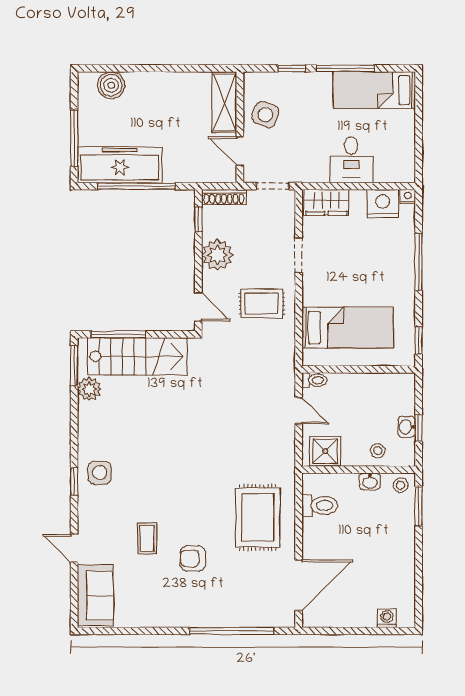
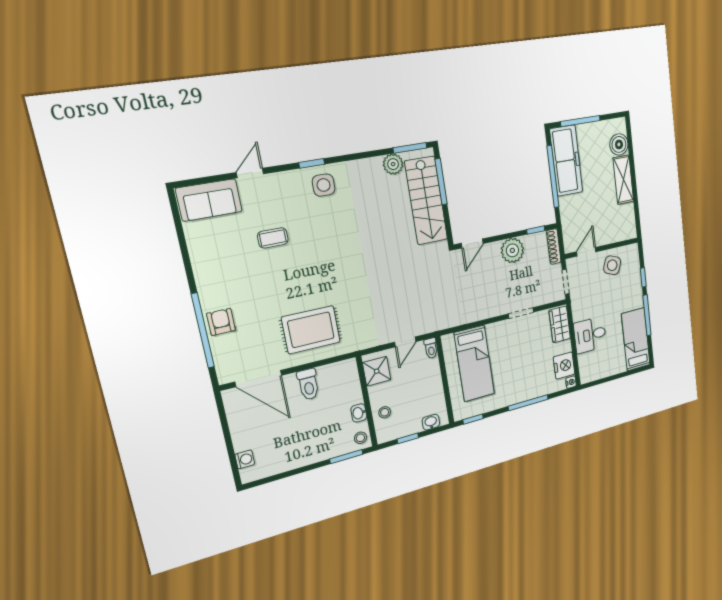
shelving: (224, 102) -> (623, 180), moved, turned 90
rug: (262, 303) -> (482, 293), removed
washbasin: (407, 427) -> (431, 422), moved
toilet: (320, 505) -> (308, 384), moved
armchair: (193, 558) -> (221, 322), moved

